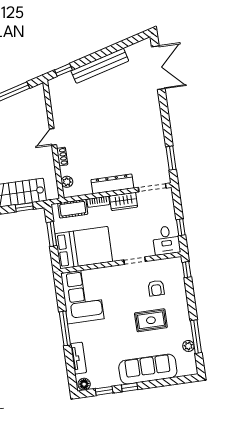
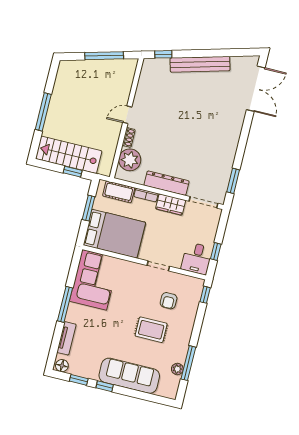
plant: (67, 182) -> (130, 160), width x1.87, depth x1.87

